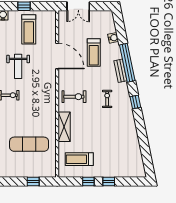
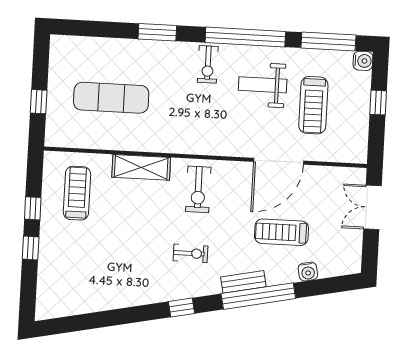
treadmill: (29, 29) -> (313, 105), moved, turned -90
exercise mat: (29, 144) -> (111, 98), turned 90

